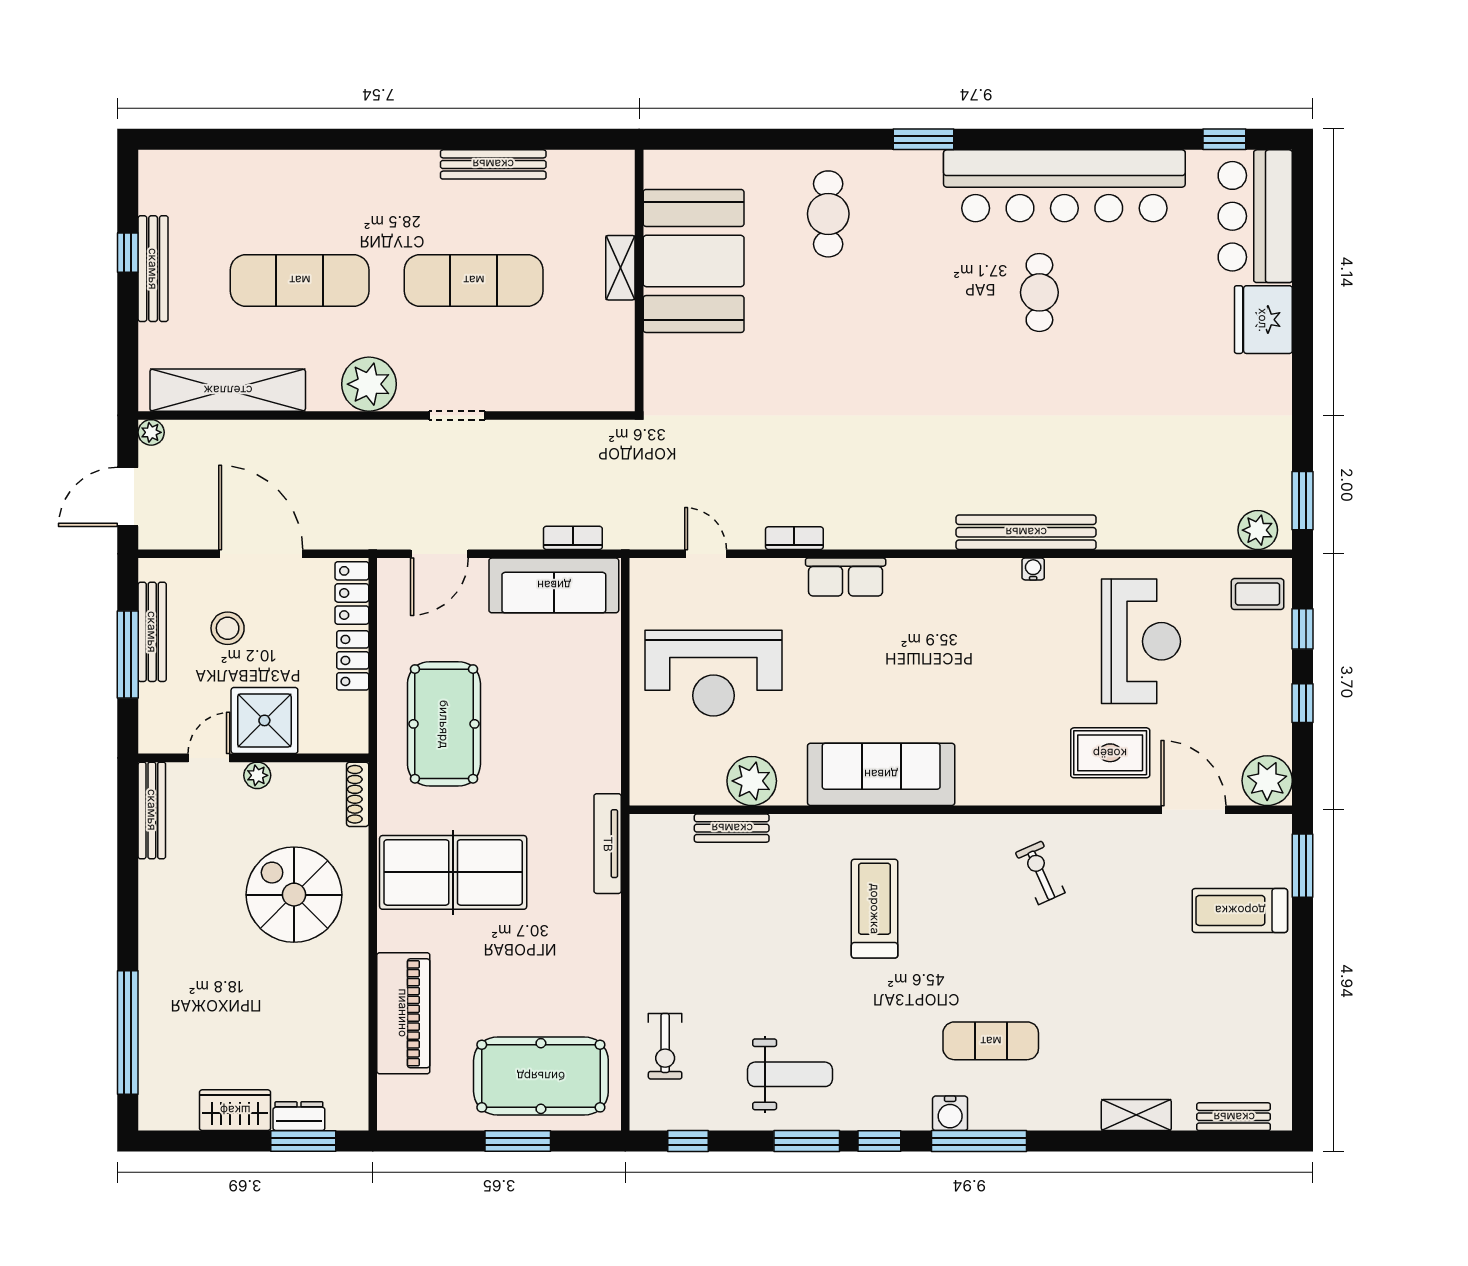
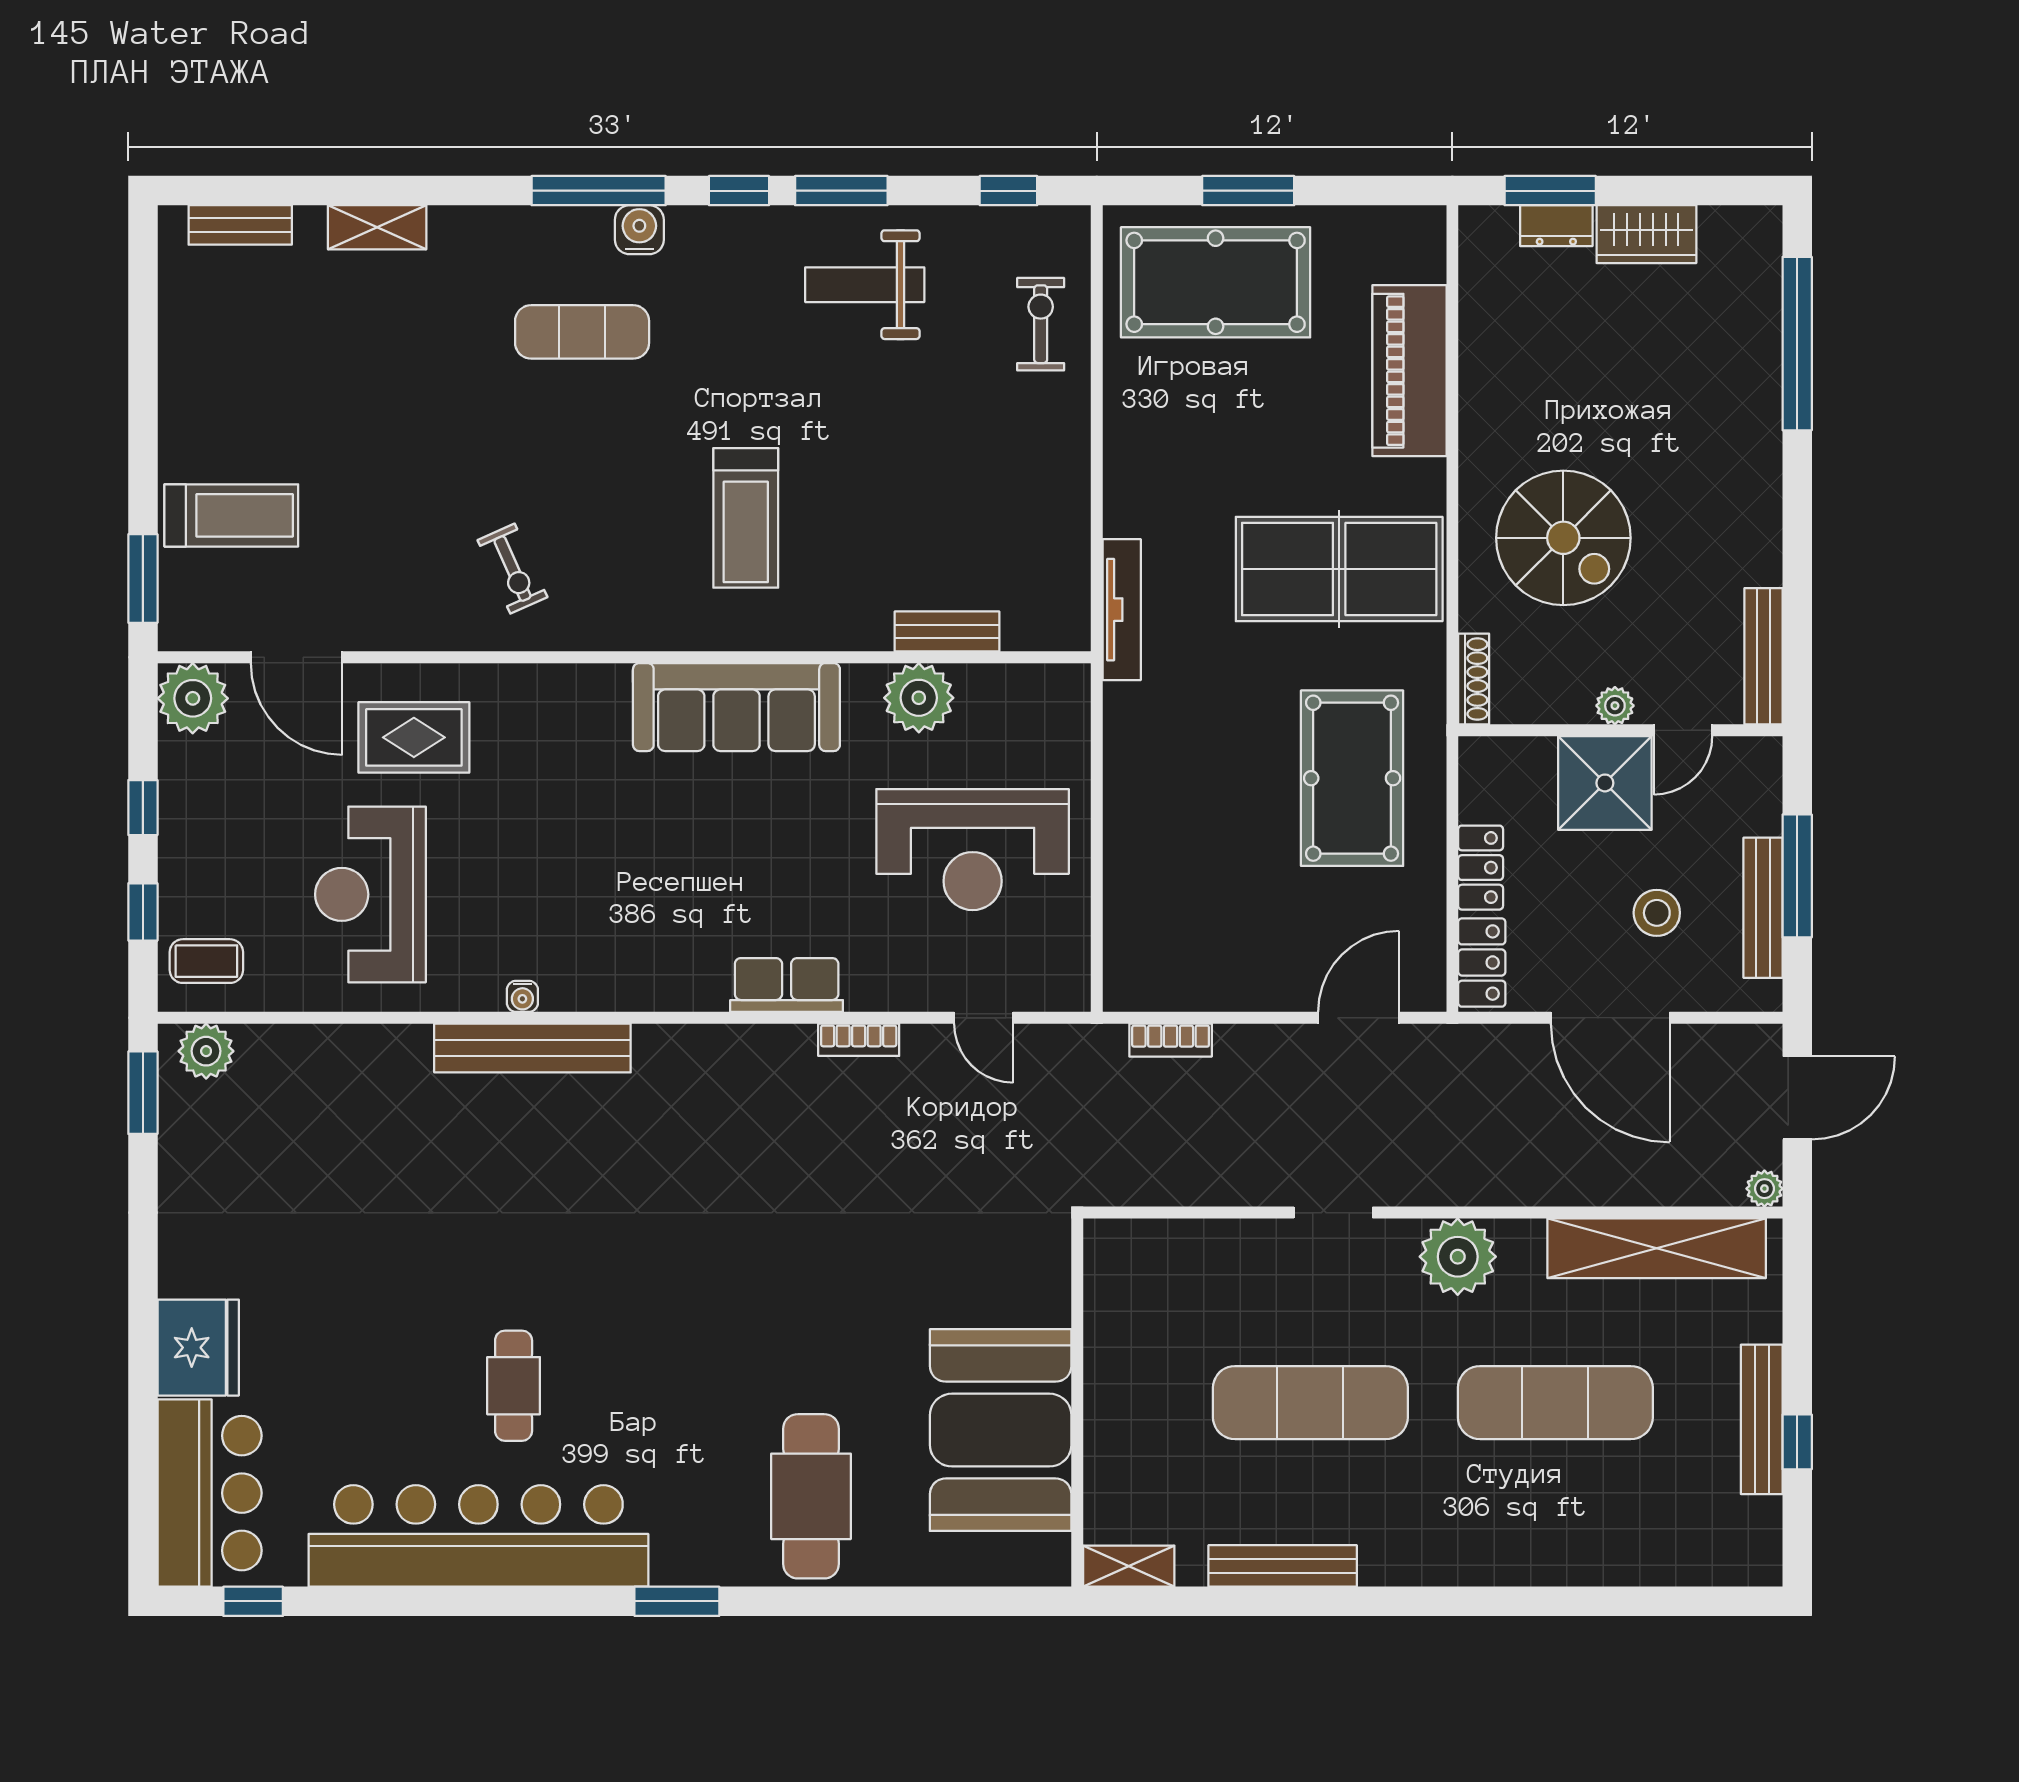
cafe table: (828, 214) -> (811, 1496), width x1.37, depth x1.35
shelving: (620, 268) -> (1129, 1566), moved, turned 90
sofa: (554, 585) -> (1197, 973), removed
reception desk: (713, 673) -> (973, 850), turned 180

